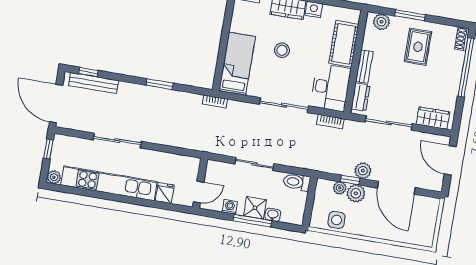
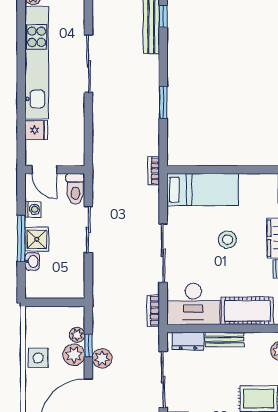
toilet: (297, 182) -> (75, 189), moved, turned 180
side table: (336, 220) -> (38, 358), moved

